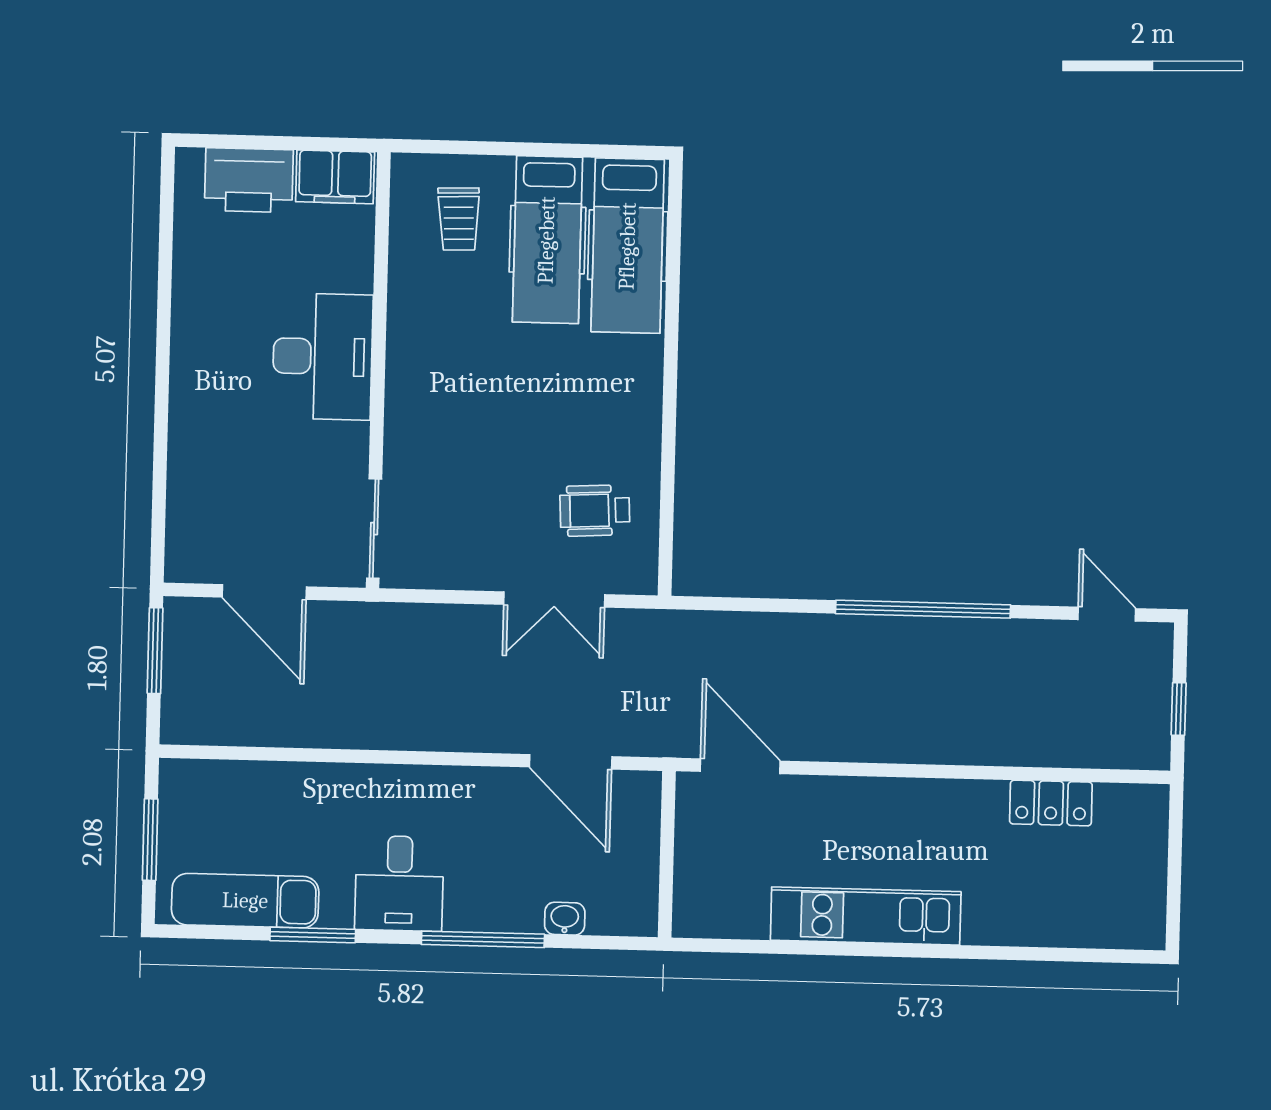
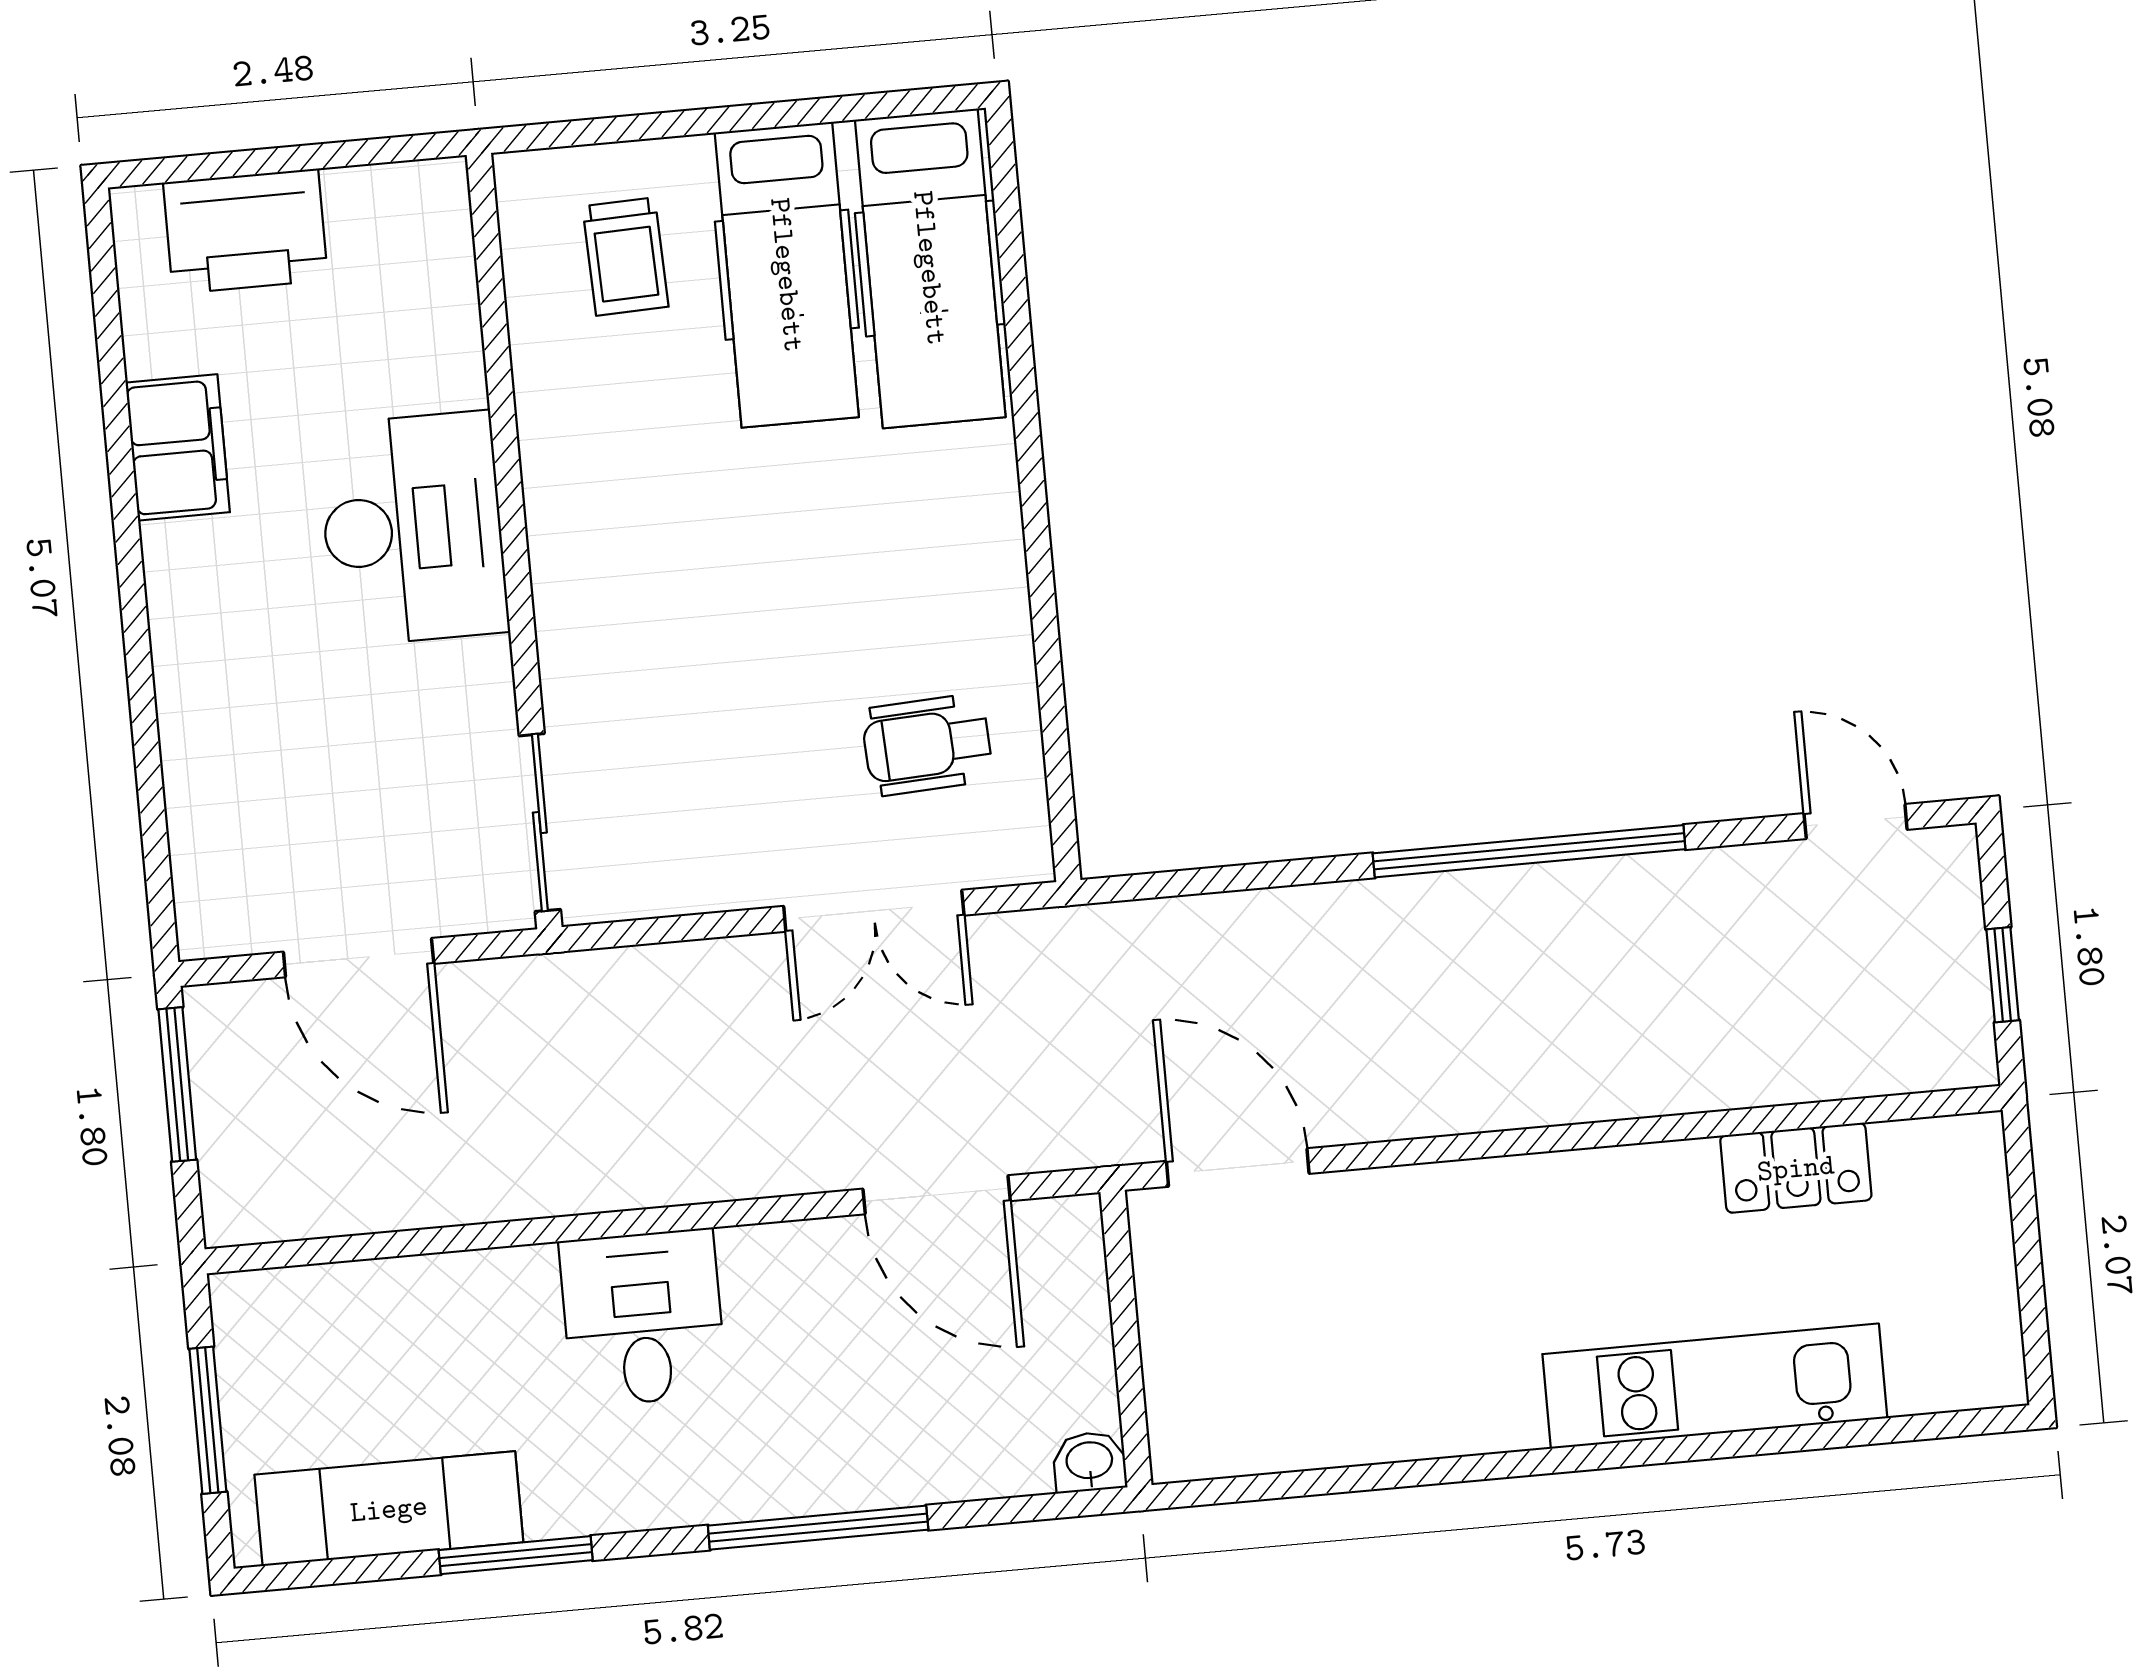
filing cabinet: (335, 177) -> (178, 447), moved, turned -90
desk: (399, 883) -> (643, 1318), moved, turned 180
kitchen unit: (866, 916) -> (1715, 1386), moved
washbasin: (565, 919) -> (1089, 1462), moved

